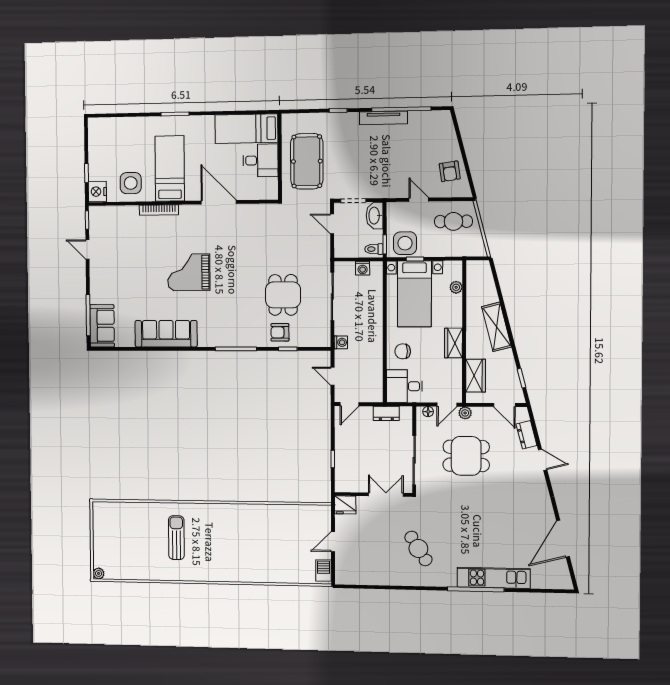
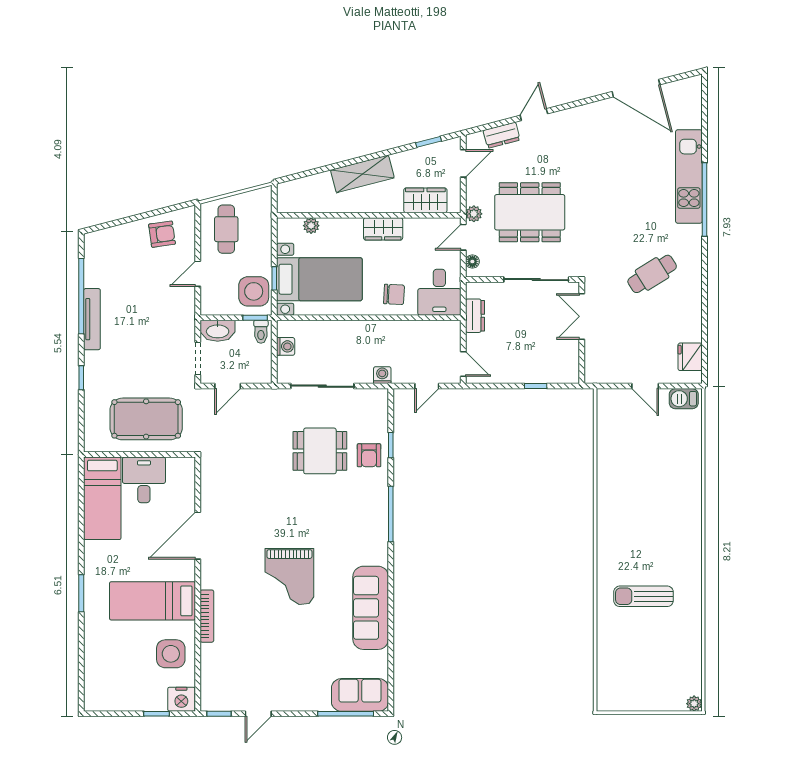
chair: (403, 351) -> (394, 294), turned -87
door: (447, 405) -> (463, 237), swing flipped
dining table: (466, 456) -> (530, 212), width x1.38
fridge: (345, 505) -> (690, 357), moved, turned 180

